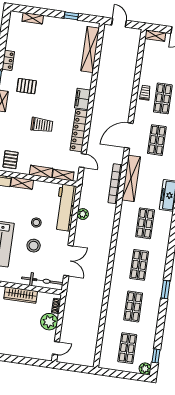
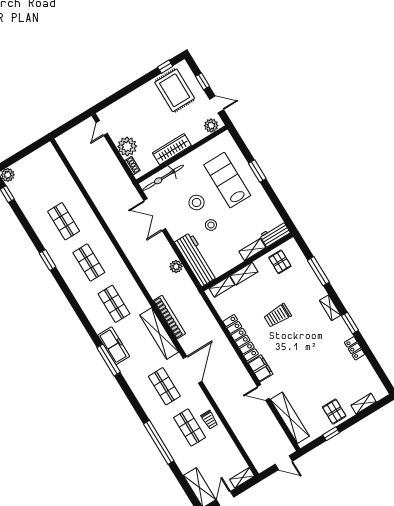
pallet: (27, 86) -> (334, 412), moved, turned 90
door: (83, 161) -> (263, 392), moved
shop shelf: (127, 348) -> (38, 180), removed

